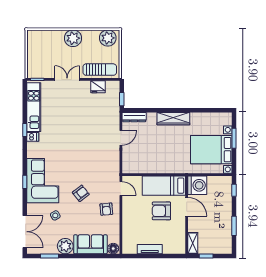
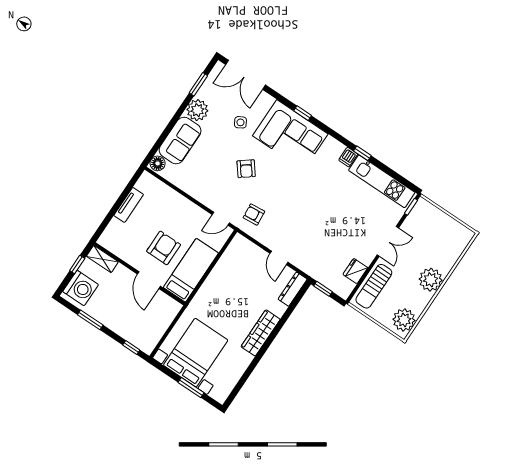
washing machine: (197, 185) -> (81, 288), moved, turned -90
door: (187, 207) -> (149, 280), hinge flipped
armchair: (106, 209) -> (254, 214), moved

